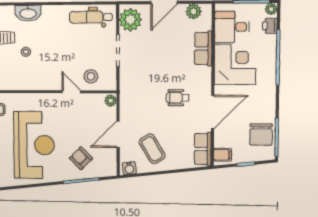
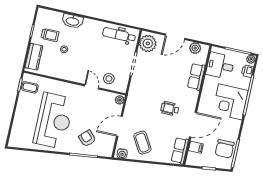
corner desk: (235, 64) -> (230, 102), moved, turned 180
filing cabinet: (223, 155) -> (196, 147), moved

